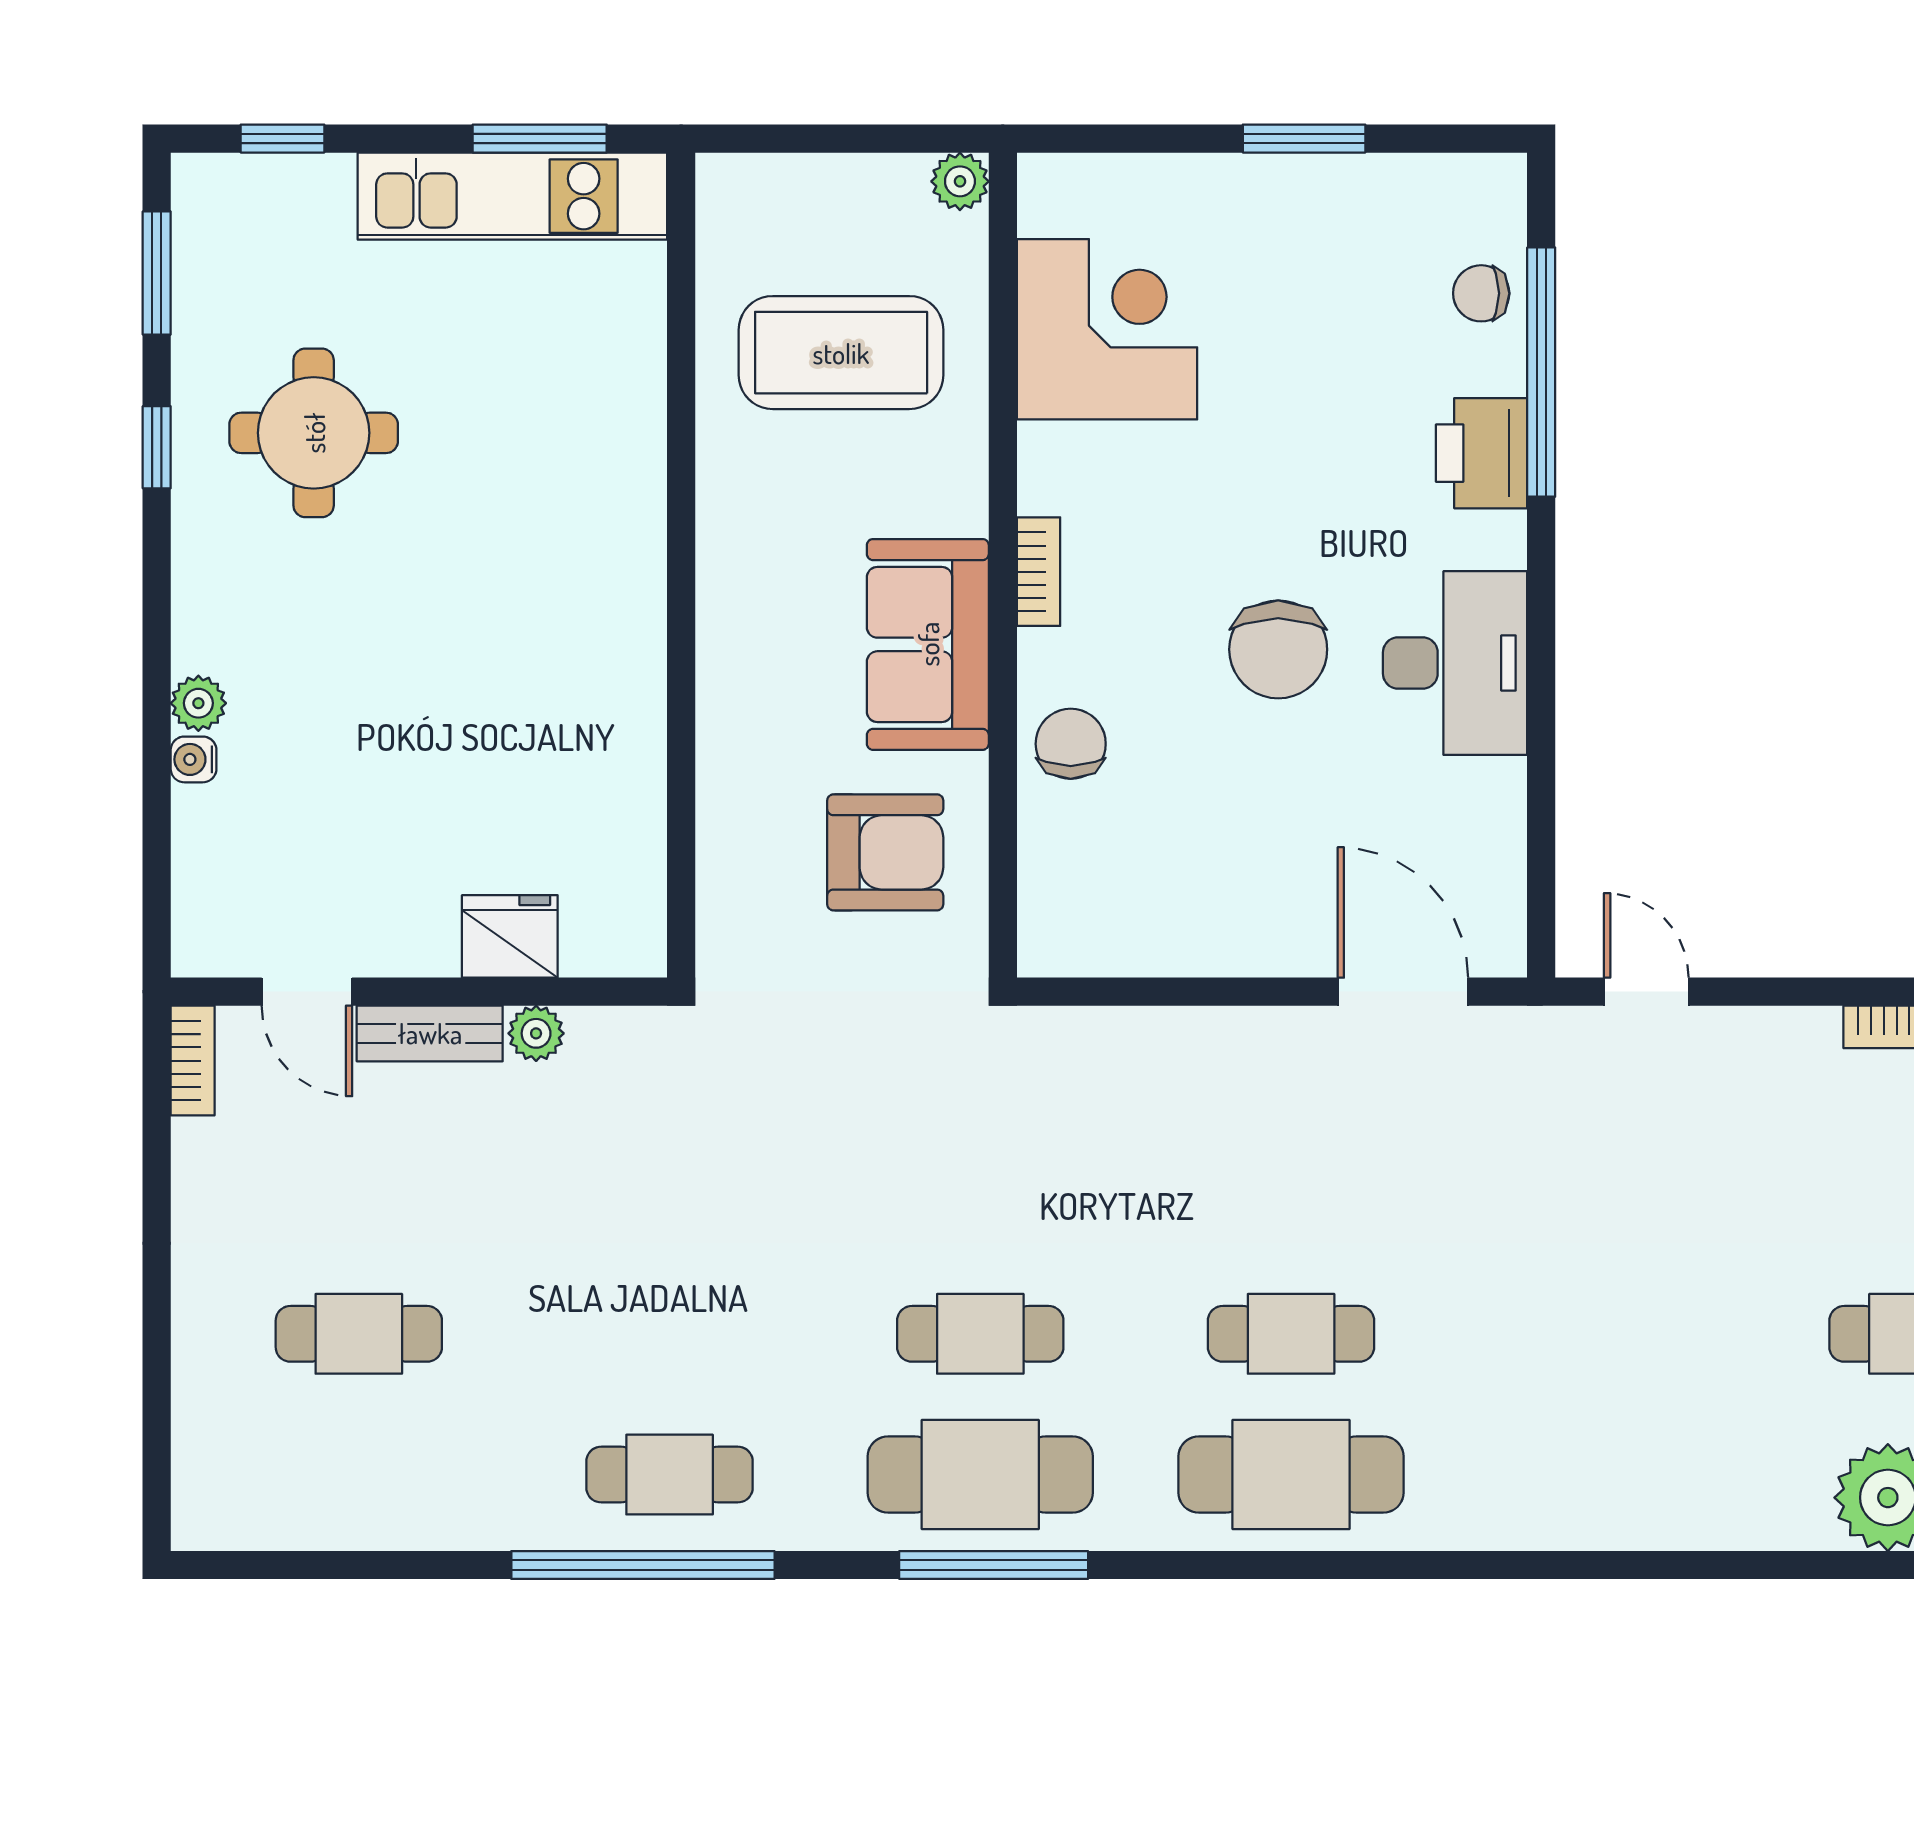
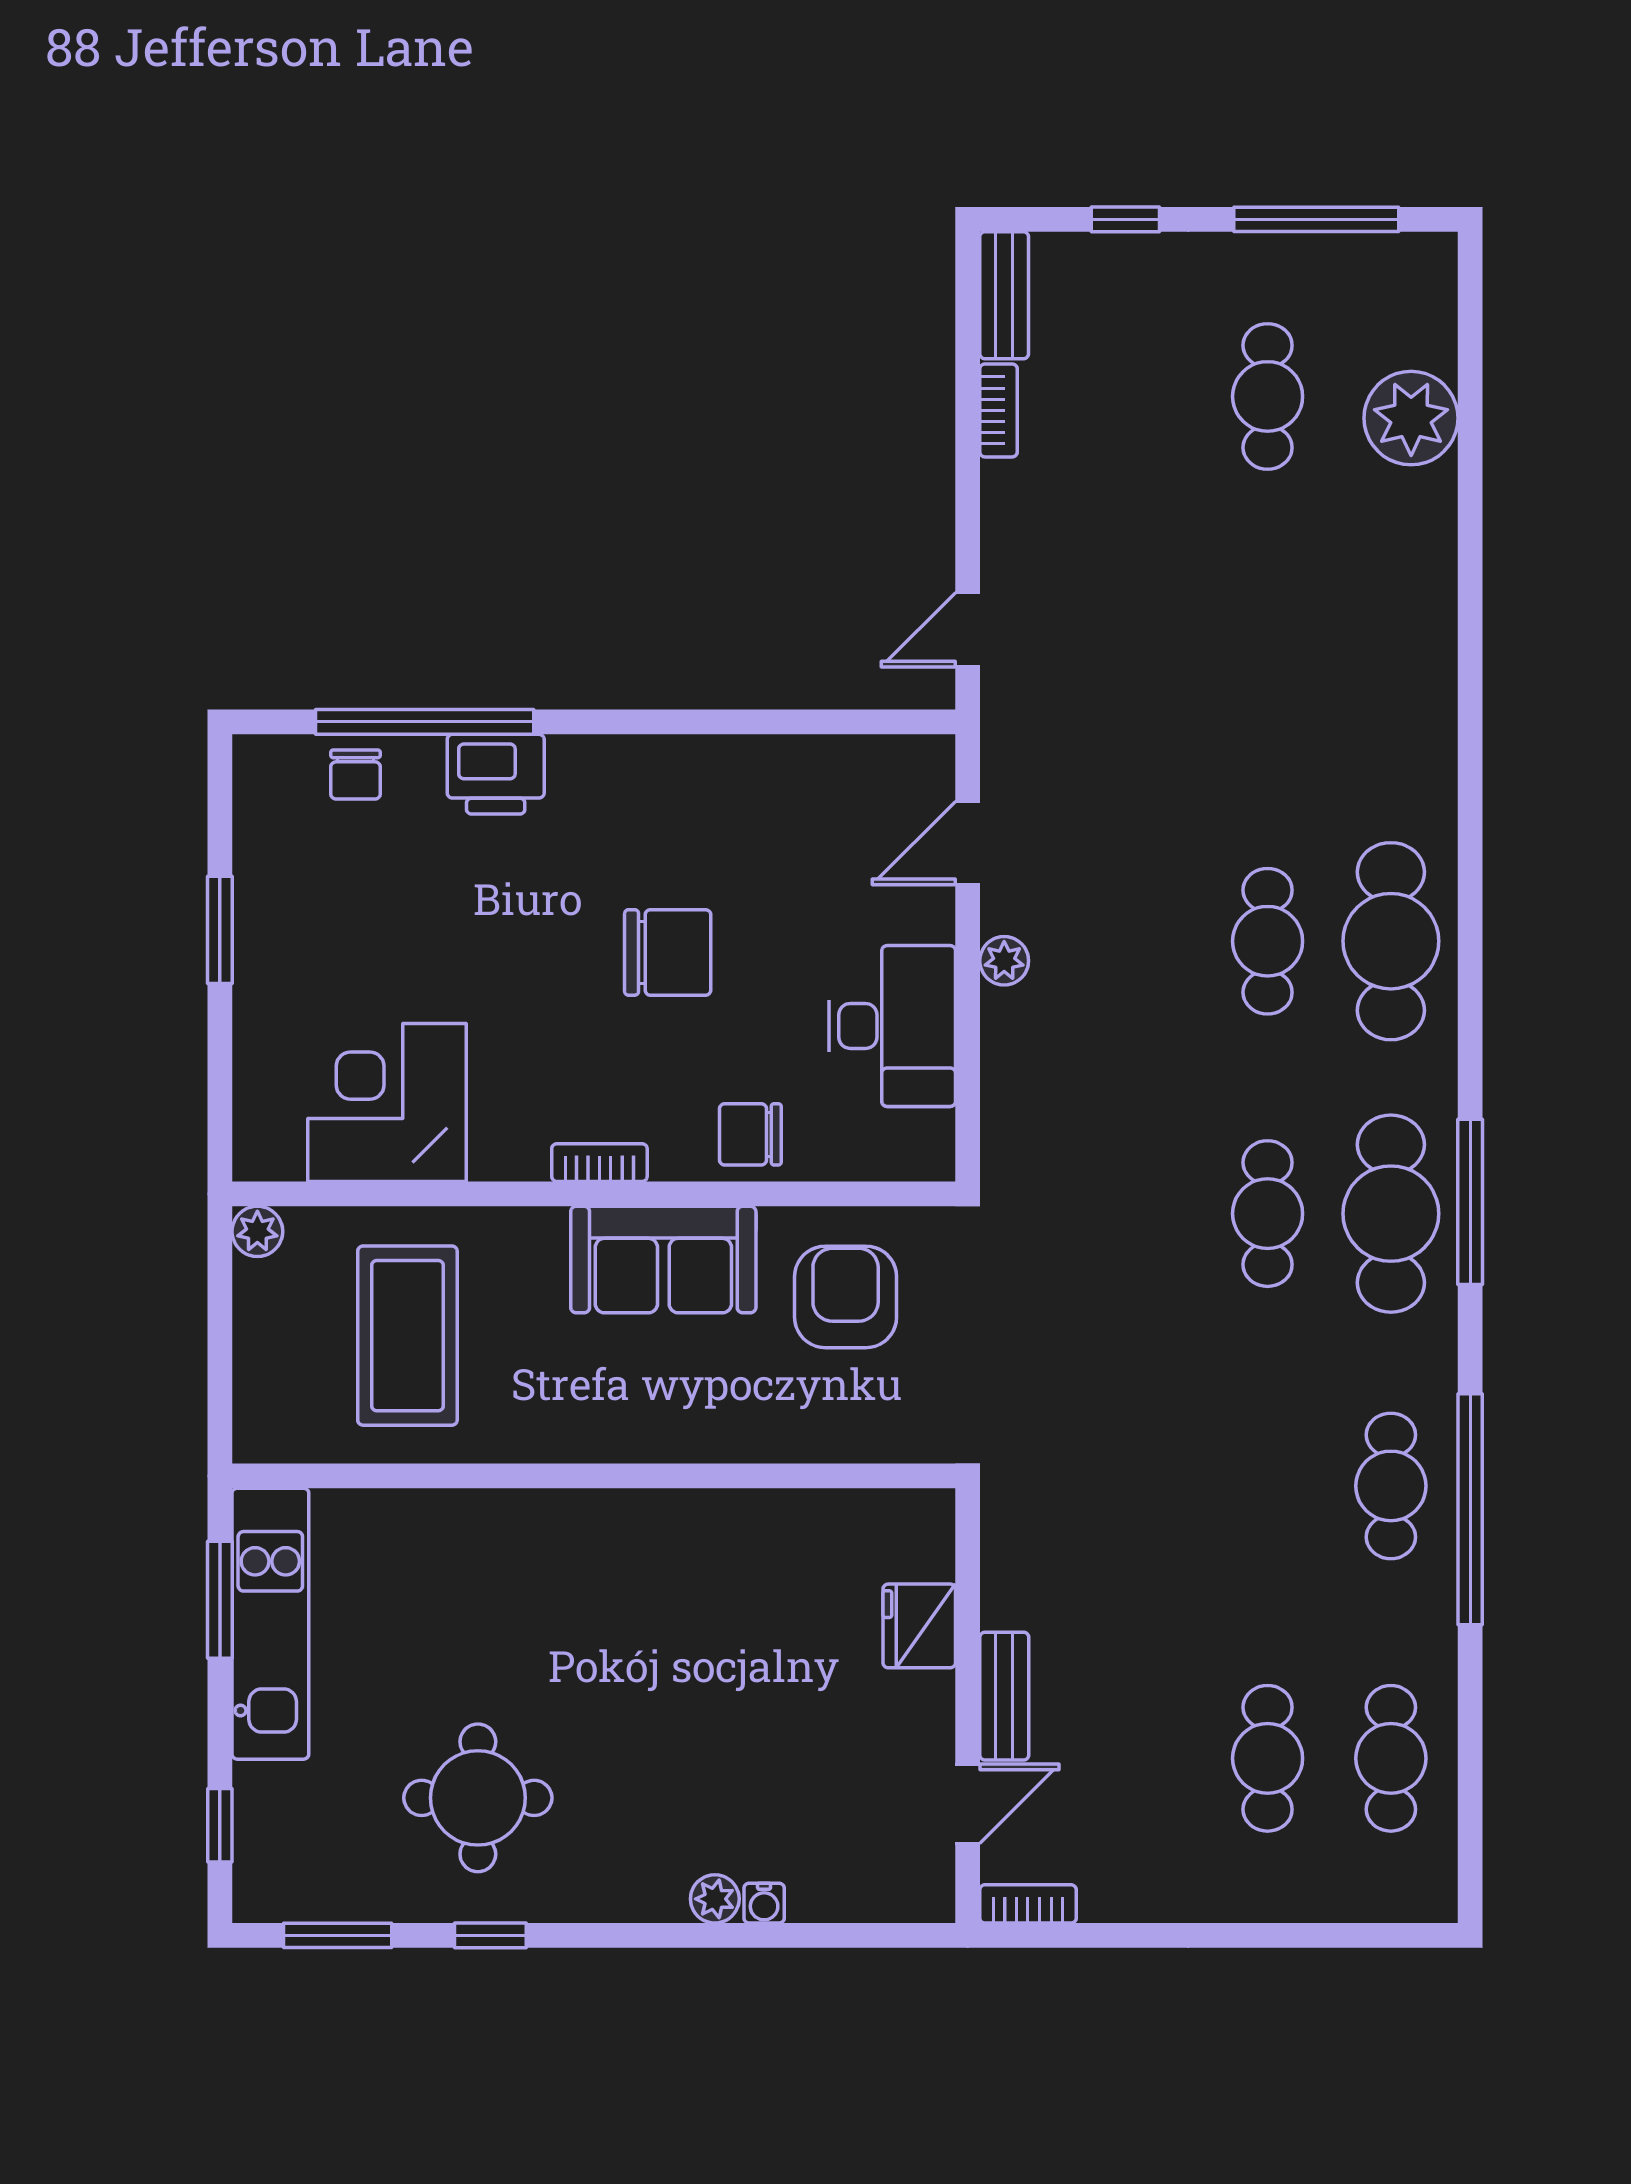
desk: (1455, 663) -> (892, 1026), moved, turned 90
door: (1403, 992) -> (968, 843), width x0.73
plant: (536, 1033) -> (1004, 961), moved
cafe table: (359, 1475) -> (1391, 1758), added

